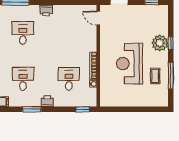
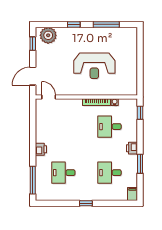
door: (98, 18) -> (49, 97), swing flipped
plant: (160, 43) -> (48, 35), moved
coffee table: (155, 76) -> (107, 40), removed

